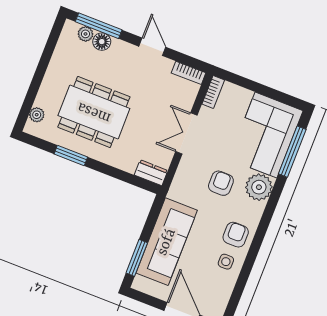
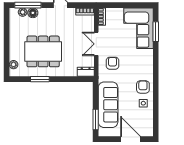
window: (292, 152) -> (156, 32), width x0.69
armchair: (221, 183) -> (112, 63), moved
plant: (259, 187) -> (145, 57), removed

